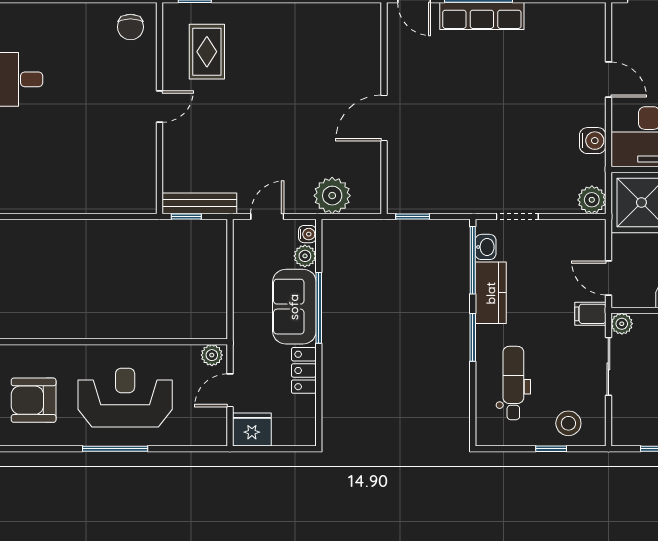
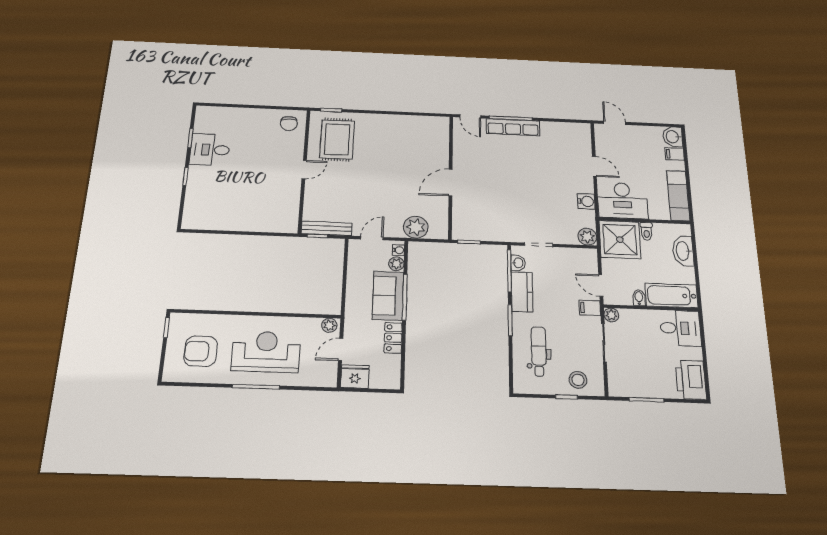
rug: (207, 52) -> (337, 139), width x1.36, depth x1.43

